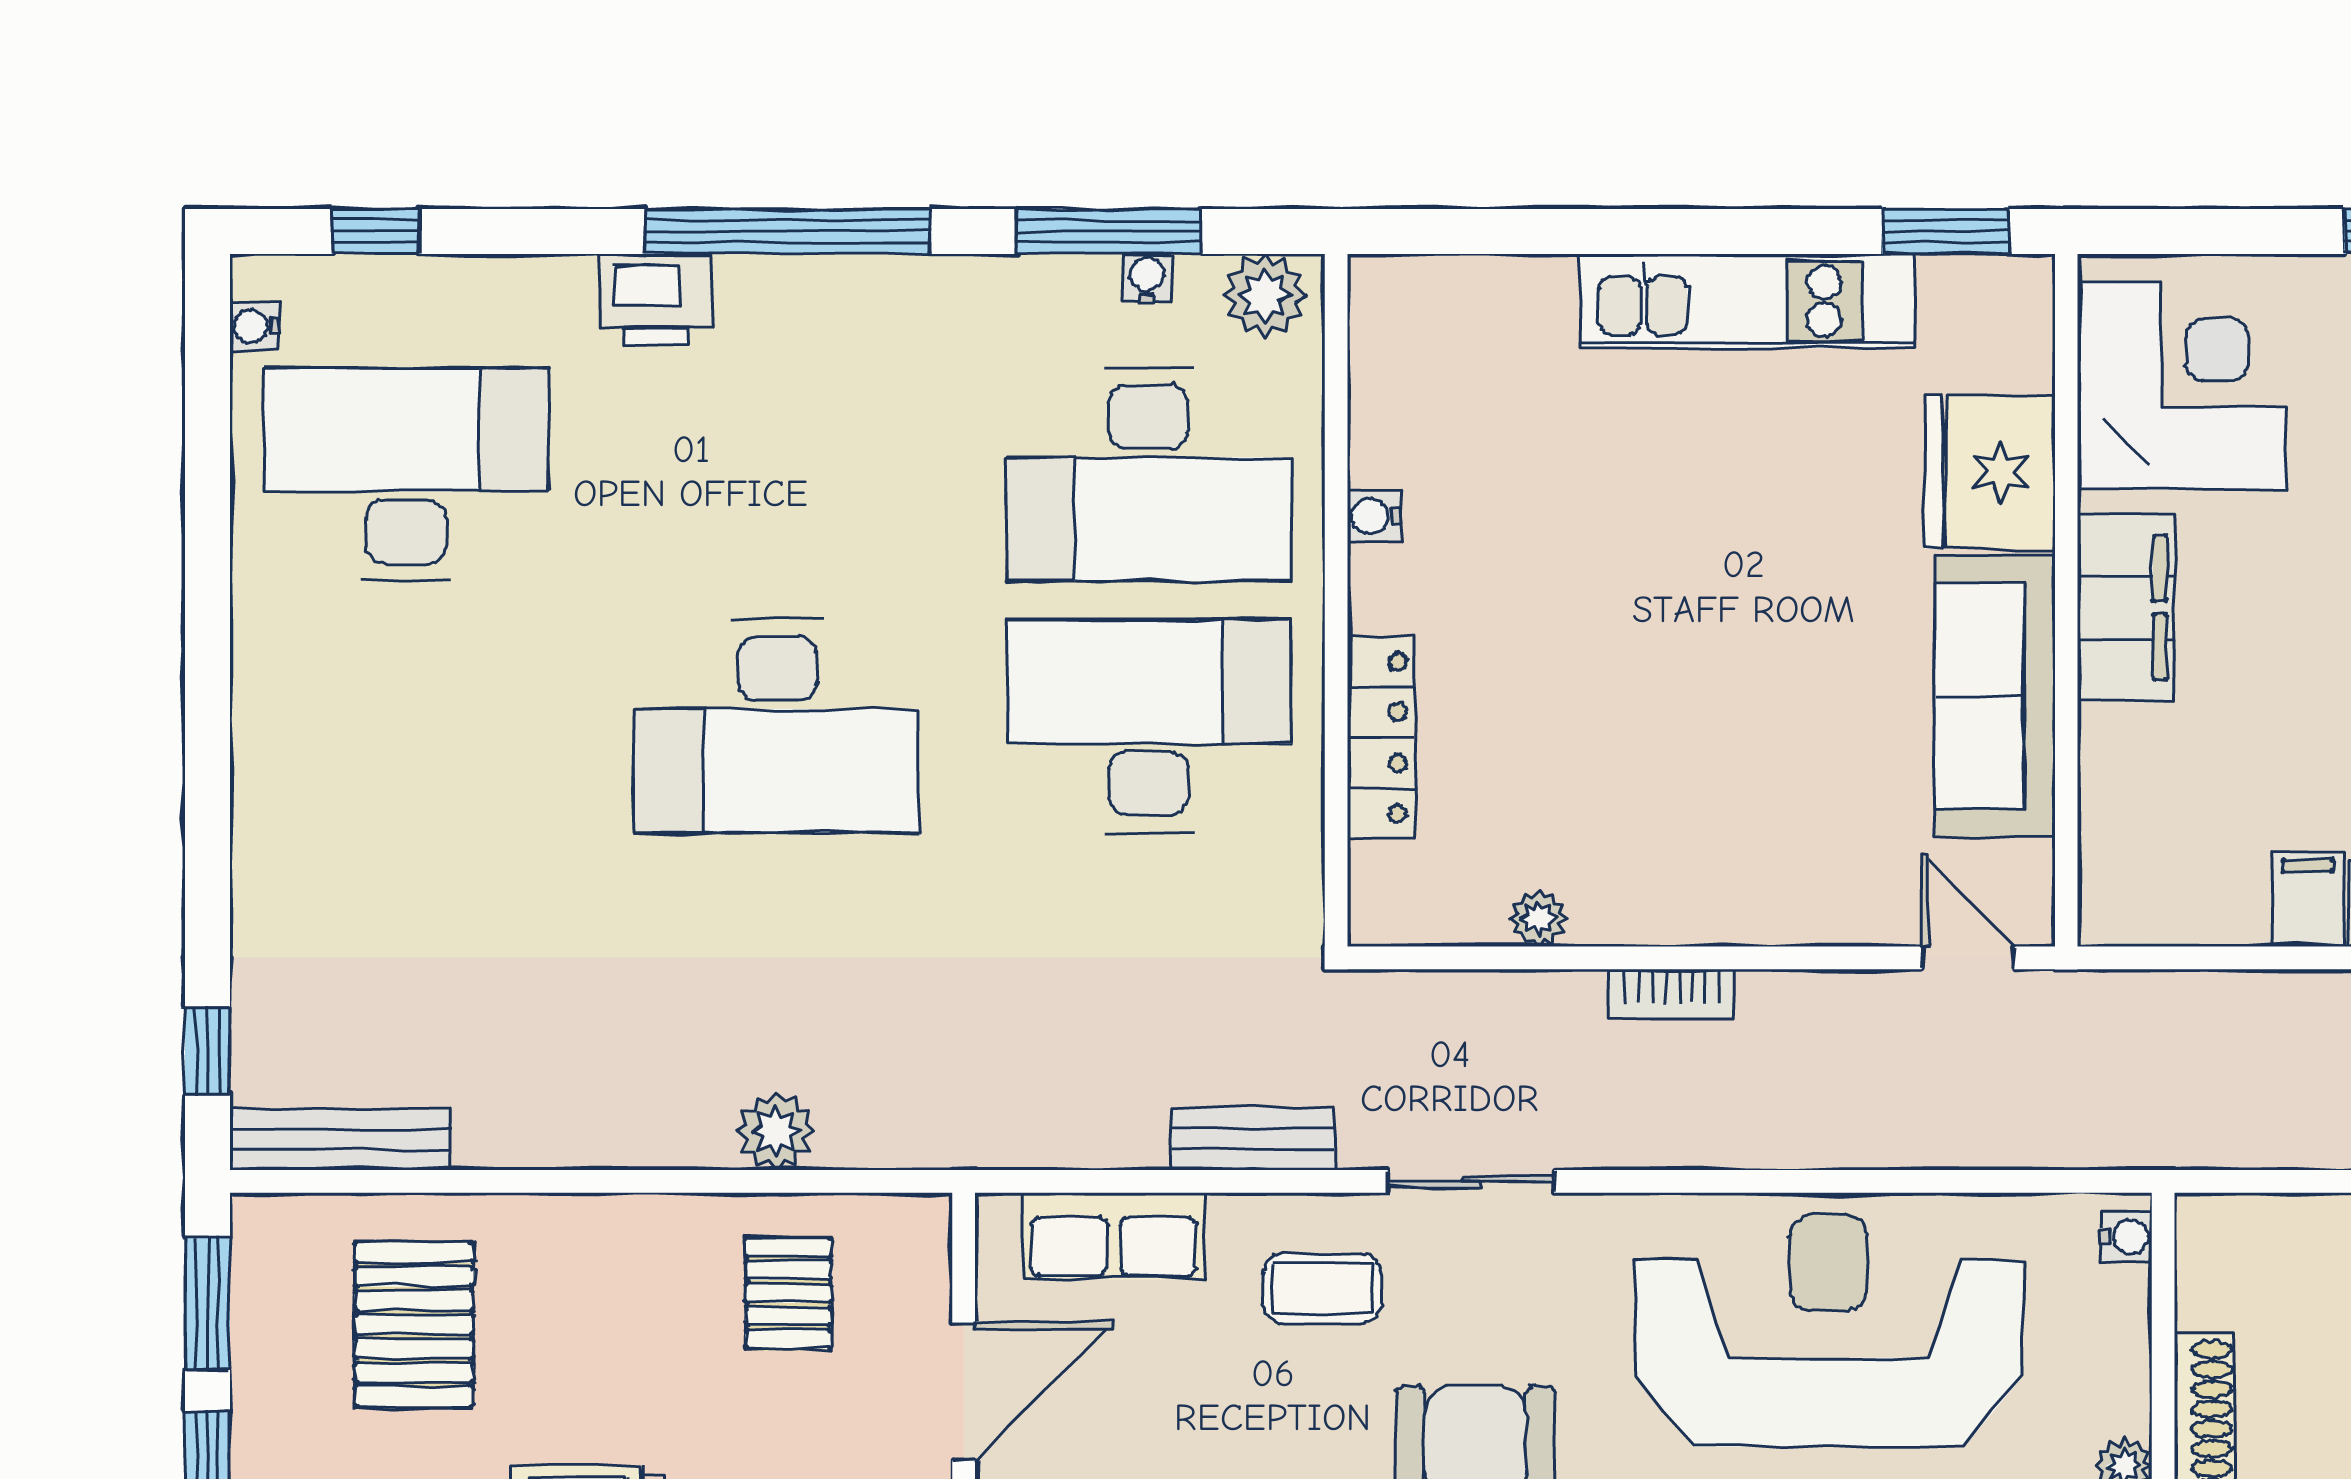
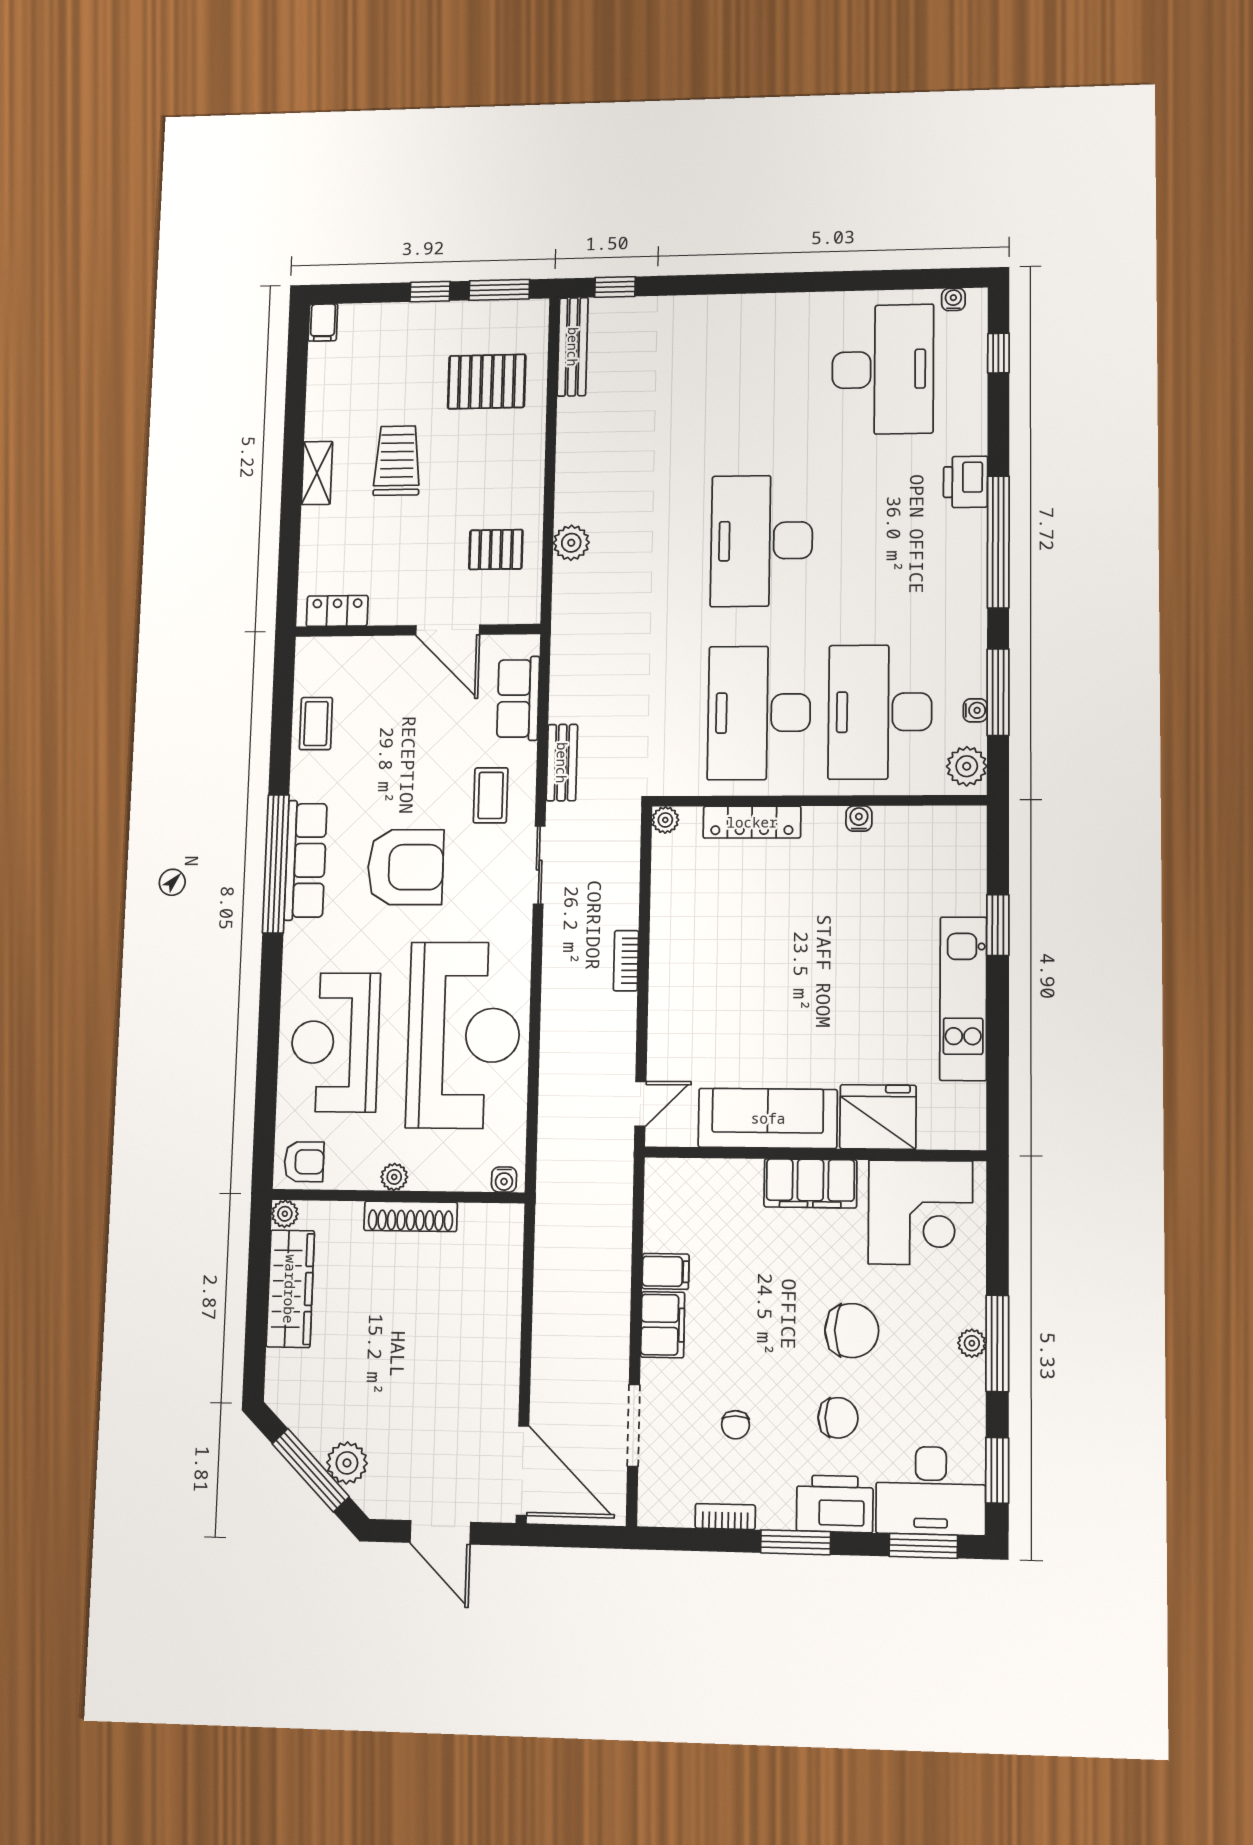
window: (1945, 231) -> (998, 925), moved
desk: (1149, 726) -> (759, 713), turned 180
plant: (1538, 918) -> (665, 820), moved

